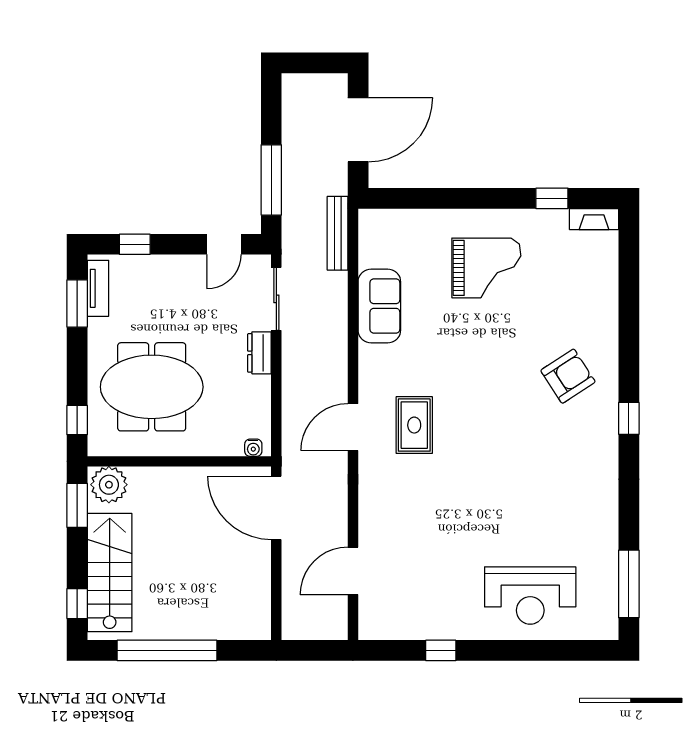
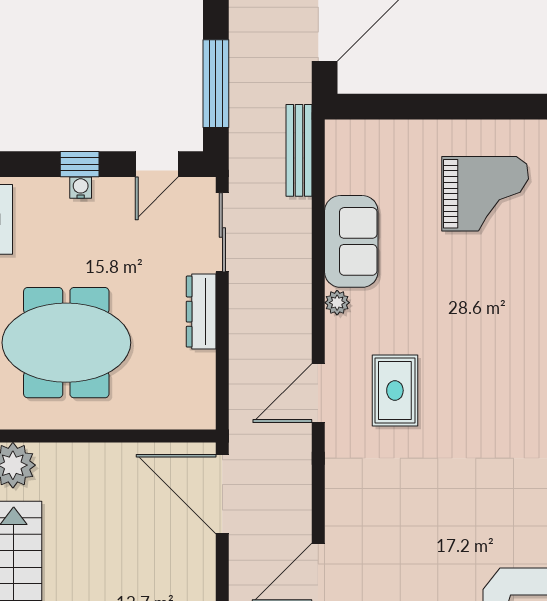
window: (135, 244) -> (80, 164), moved
dresser: (259, 353) -> (201, 312), width x1.44
plant: (368, 355) -> (337, 303), added
water cooler: (253, 448) -> (81, 188), moved, turned 180

